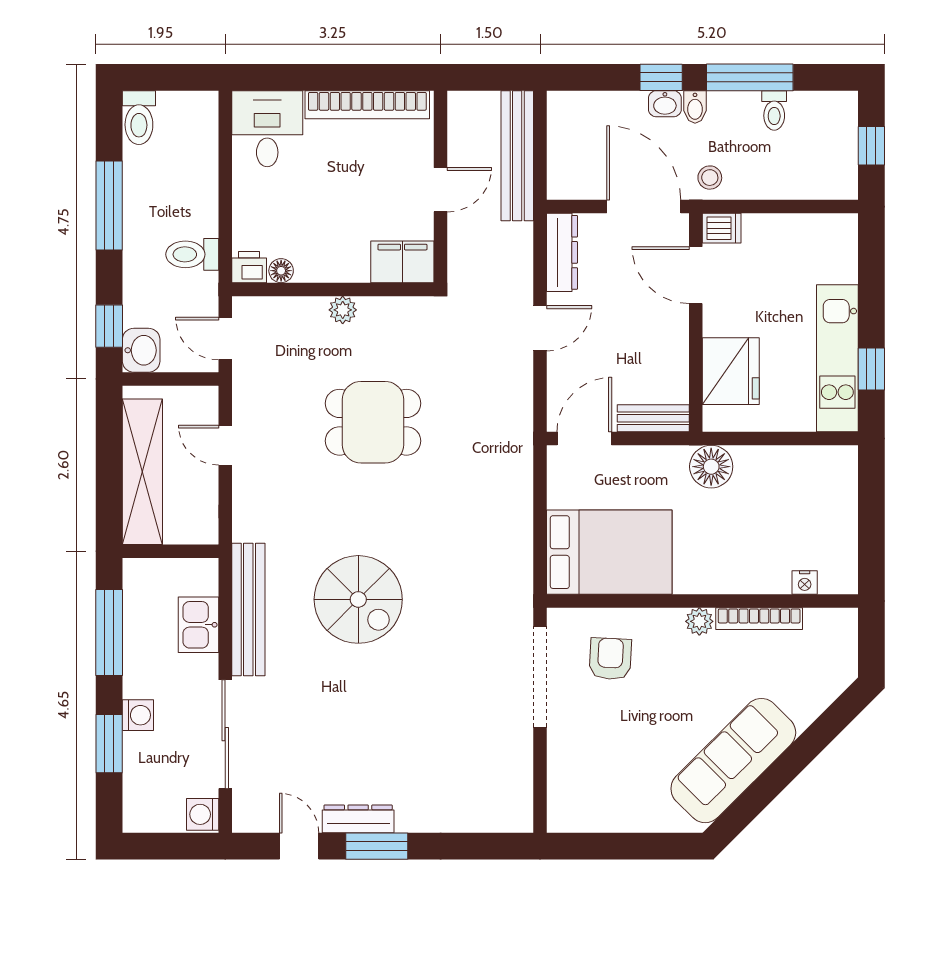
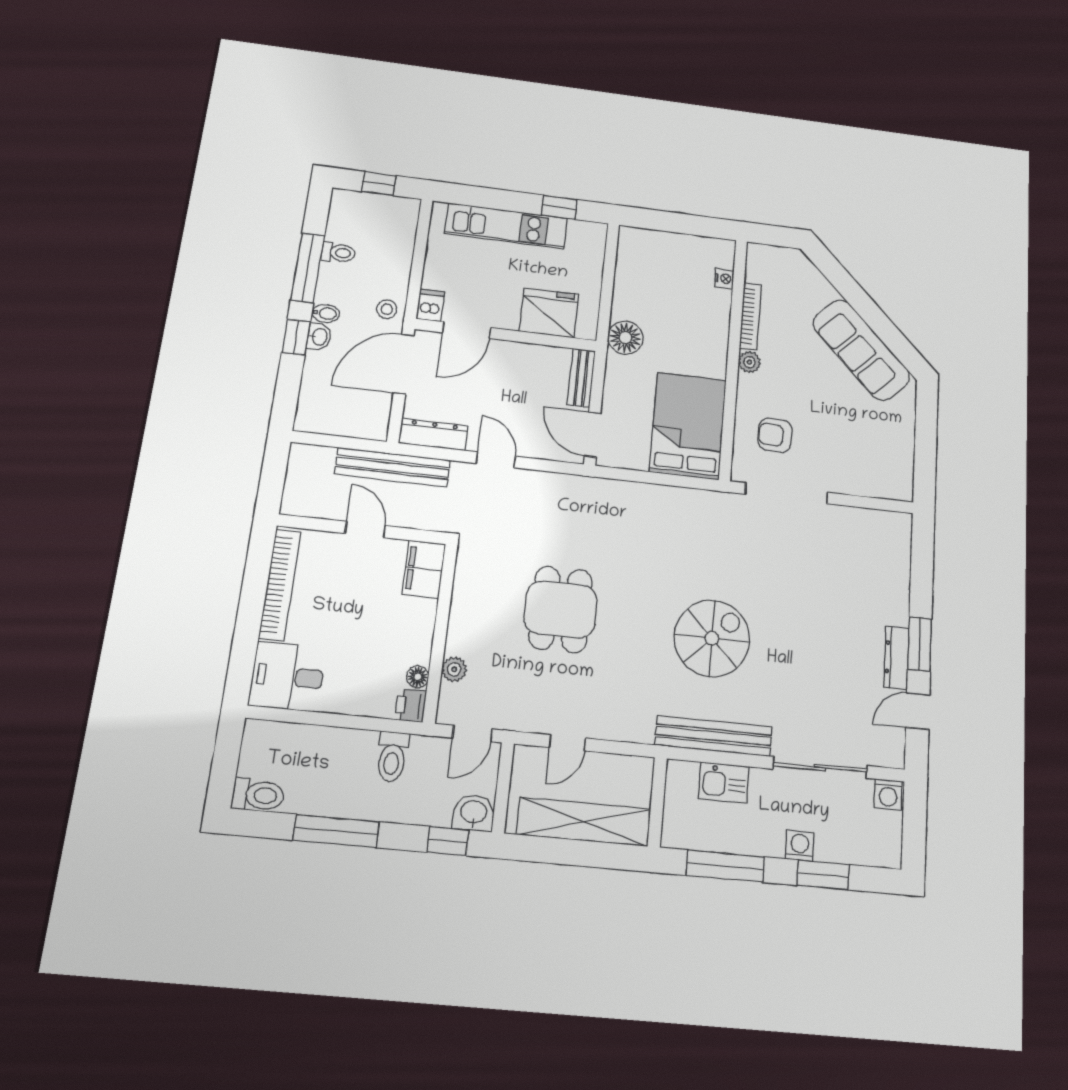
bench: (517, 156) -> (393, 467), moved
plant: (343, 310) -> (454, 669), moved
kitchen unit: (837, 358) -> (506, 226), moved

